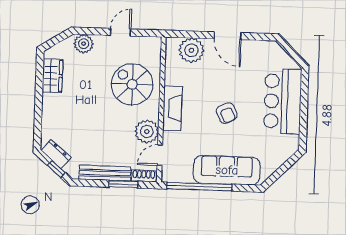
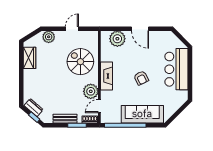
bench: (105, 173) -> (65, 119), width x0.73

